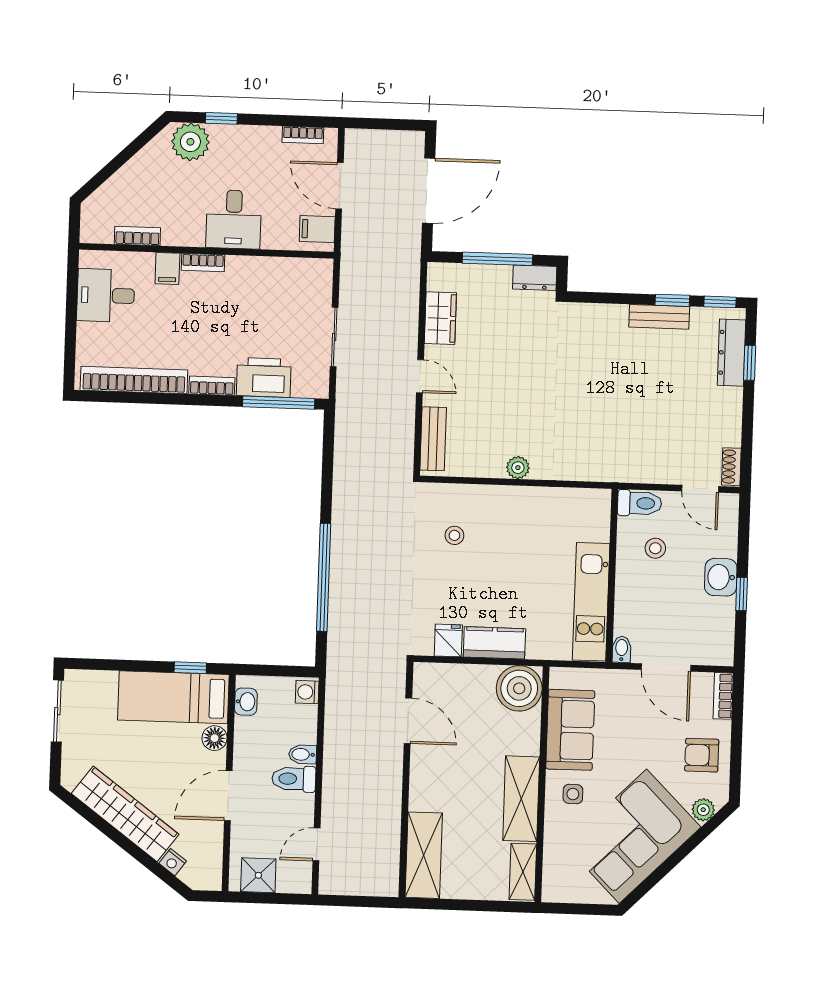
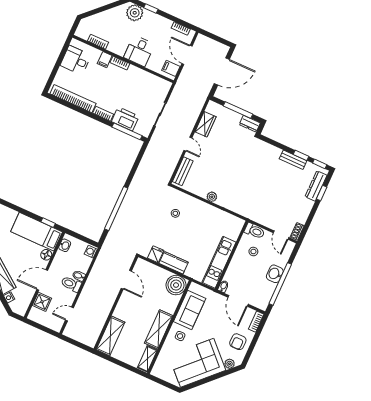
window: (742, 594) -> (280, 284), width x3.17
armchair: (702, 755) -> (238, 342), turned -90
shower: (258, 875) -> (42, 302), moved

